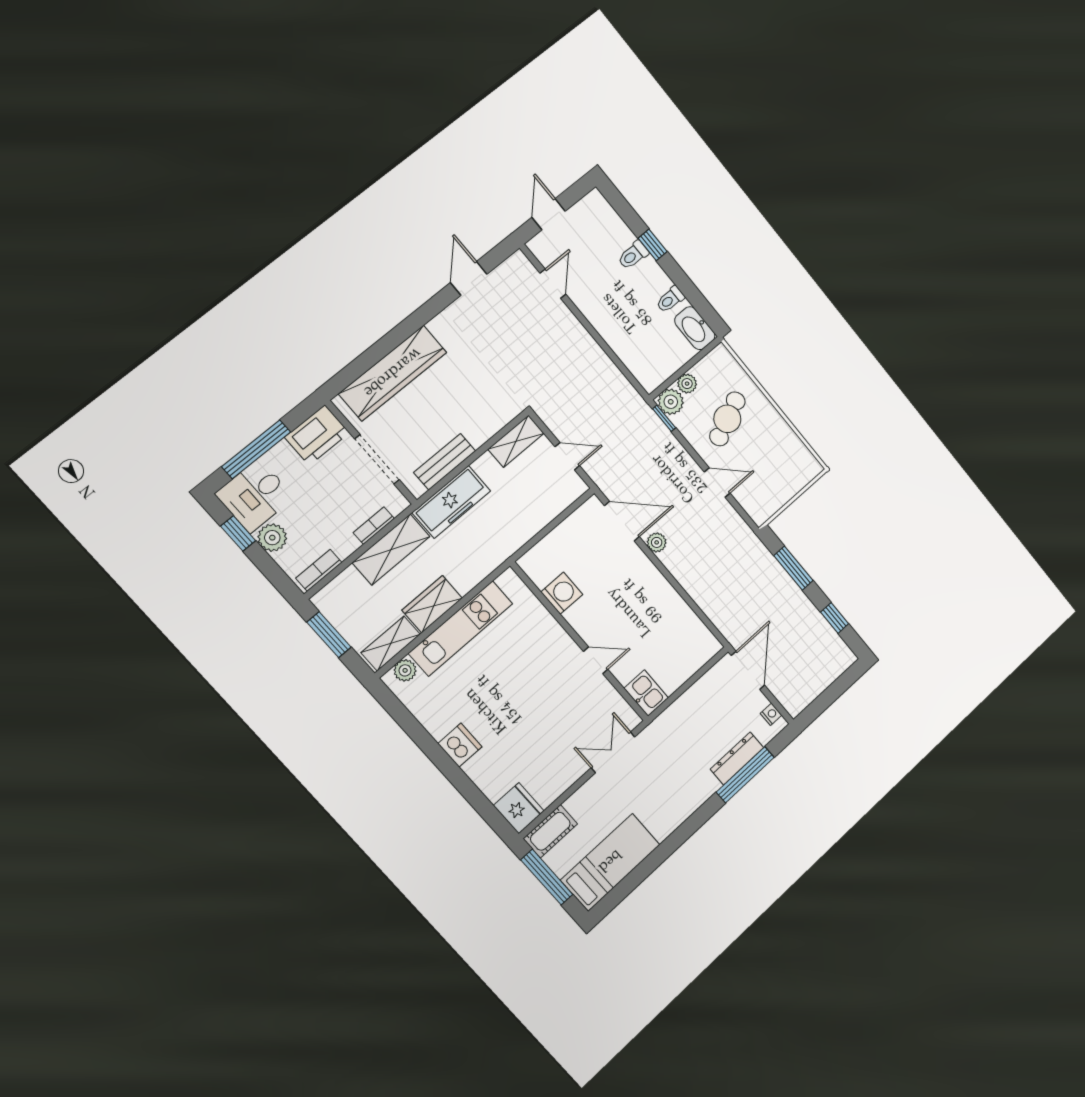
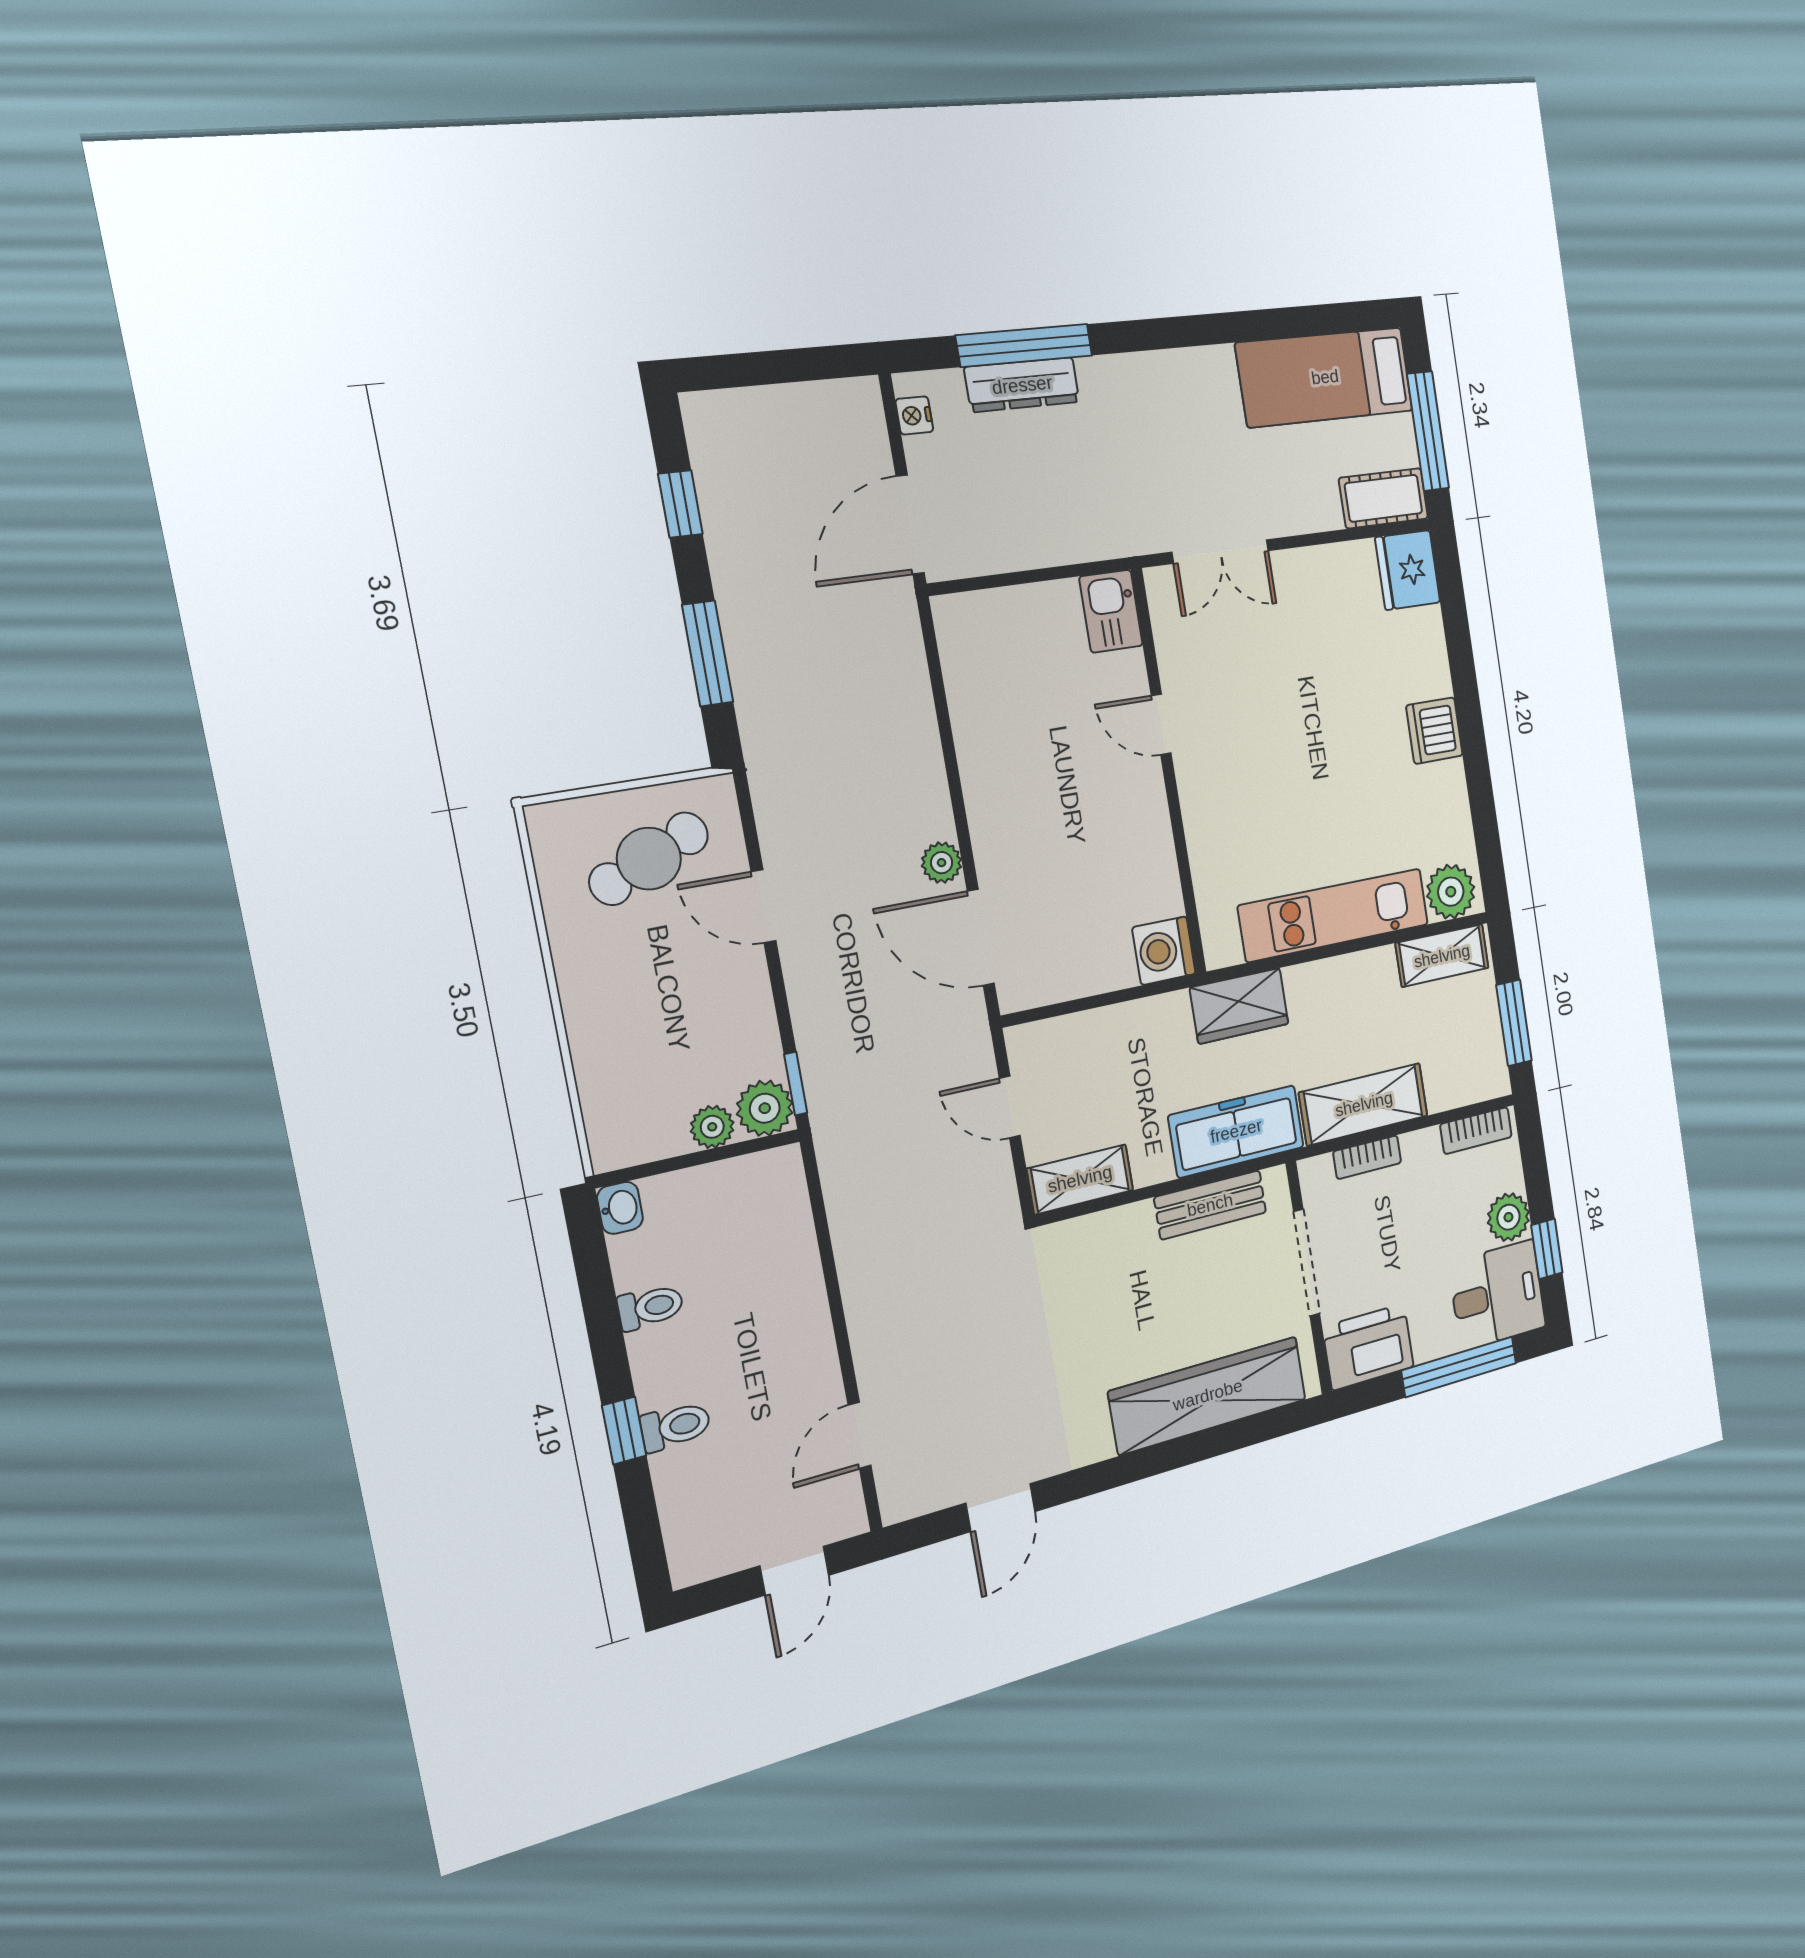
washbasin: (695, 328) -> (620, 1208), width x0.52, depth x0.69
cafe table: (727, 419) -> (649, 859), moved
washing machine: (562, 593) -> (1164, 951), moved
wardrobe: (432, 604) -> (1239, 1006), moved
plant: (405, 670) -> (1451, 892), width x1.38, depth x1.38

